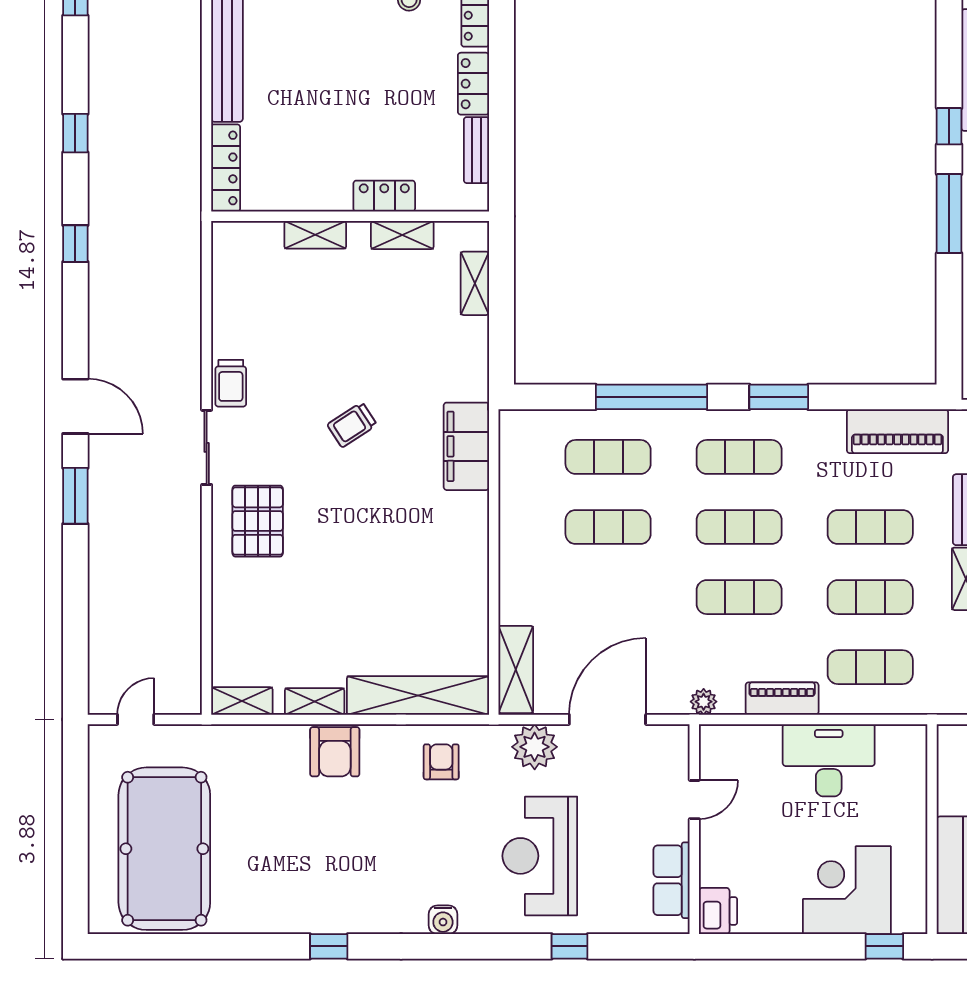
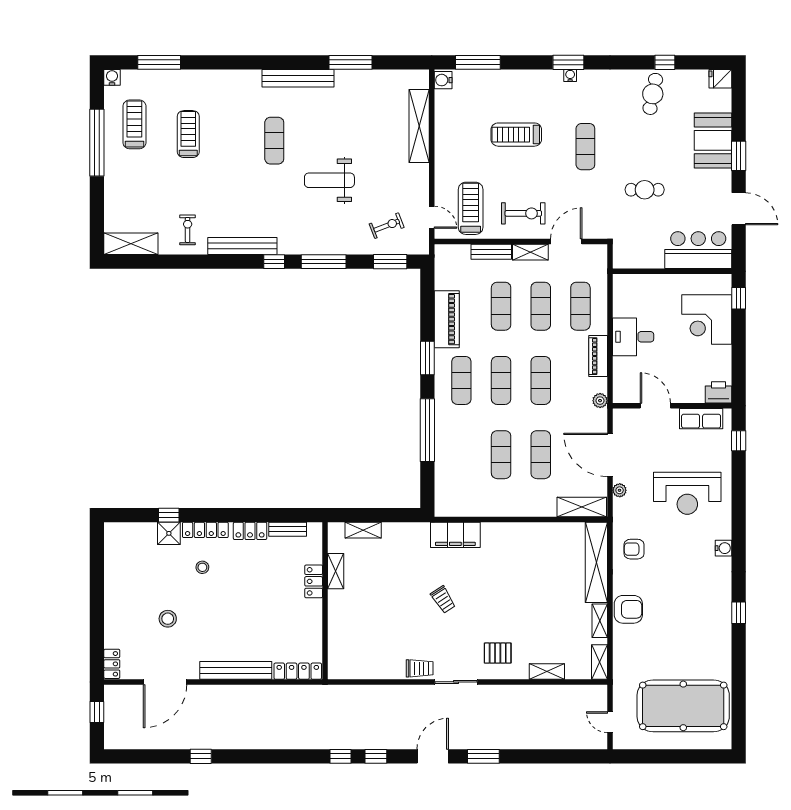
window: (75, 133) -> (376, 756), moved
shelving: (315, 235) -> (547, 671), moved, turned 90
window: (949, 331) -> (390, 262), added
piano: (897, 431) -> (447, 319), moved
exercise mat: (608, 457) -> (541, 455), moved
pallet: (258, 521) -> (498, 653), width x0.67, depth x0.71
plant: (535, 747) -> (620, 490), width x0.53, depth x0.53
desk: (829, 760) -> (633, 337), width x0.73
door: (694, 800) -> (655, 406), width x1.38
window: (570, 946) -> (739, 441), moved

